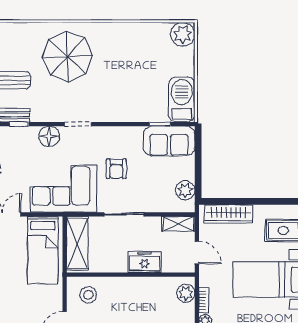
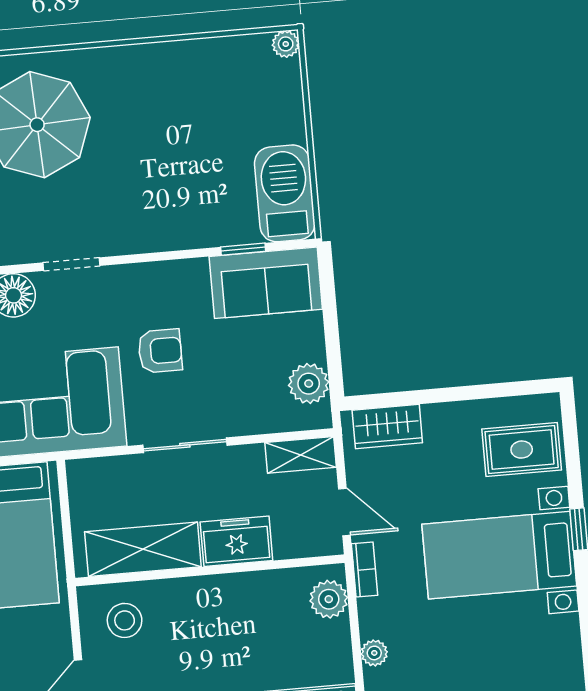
plant: (183, 34) -> (286, 44), width x0.53, depth x0.53
armchair: (116, 169) -> (160, 351), turned -90
wardrobe: (229, 214) -> (387, 426), width x0.67
shelving: (77, 243) -> (143, 549), moved, turned 90
bookcase: (204, 300) -> (364, 570), moved

